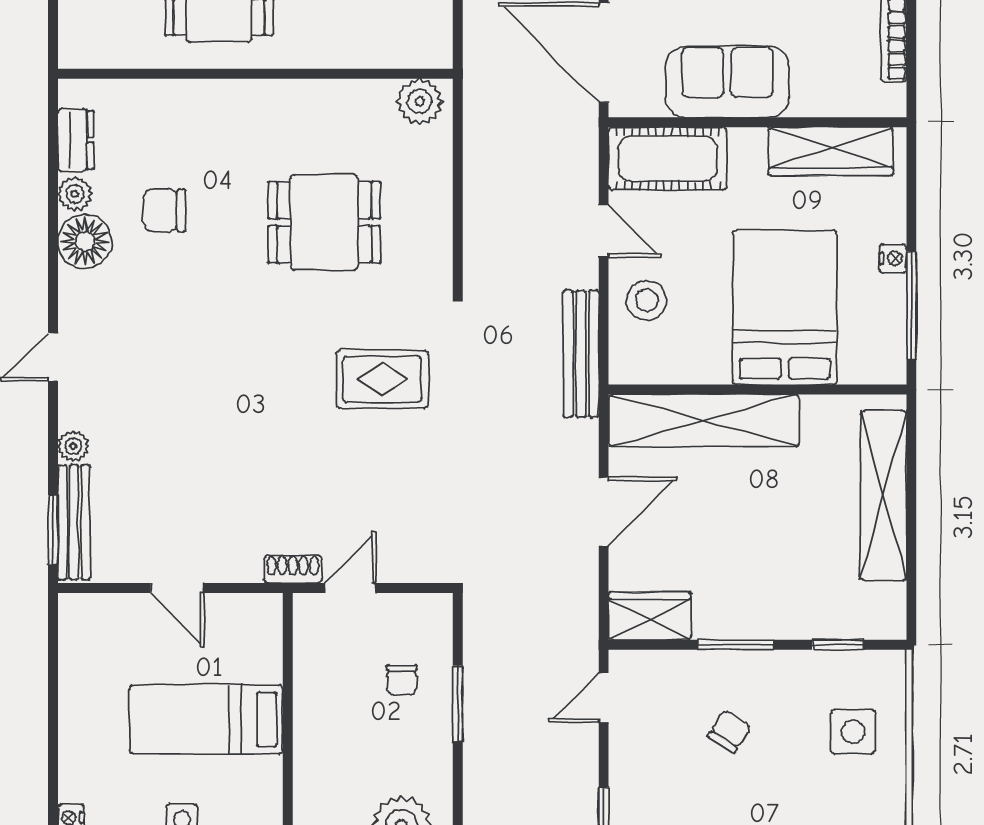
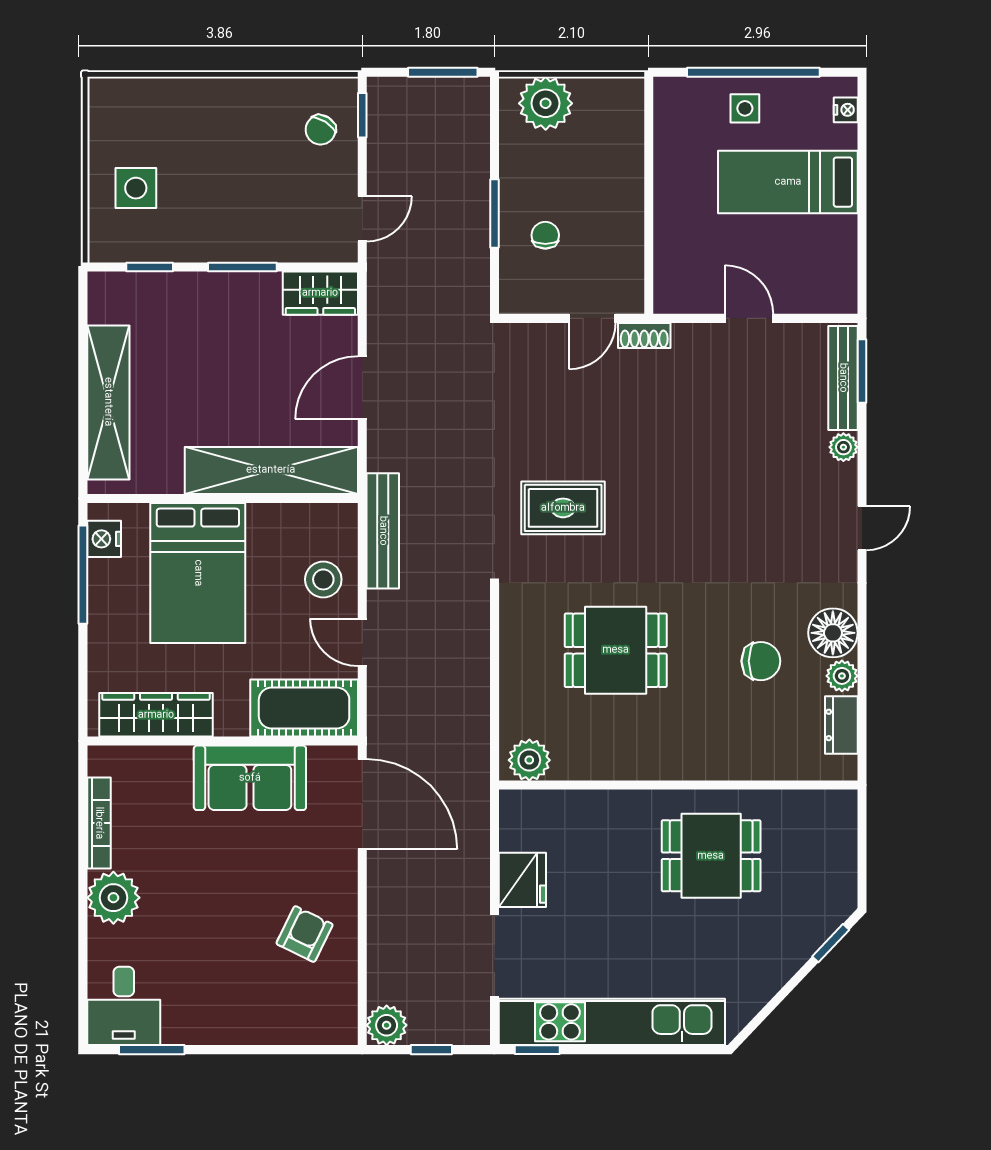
nightstand: (893, 258) -> (104, 539), moved, width x1.39, depth x1.35
bed: (206, 719) -> (788, 182), moved, turned 180
chair: (729, 731) -> (321, 130), moved

